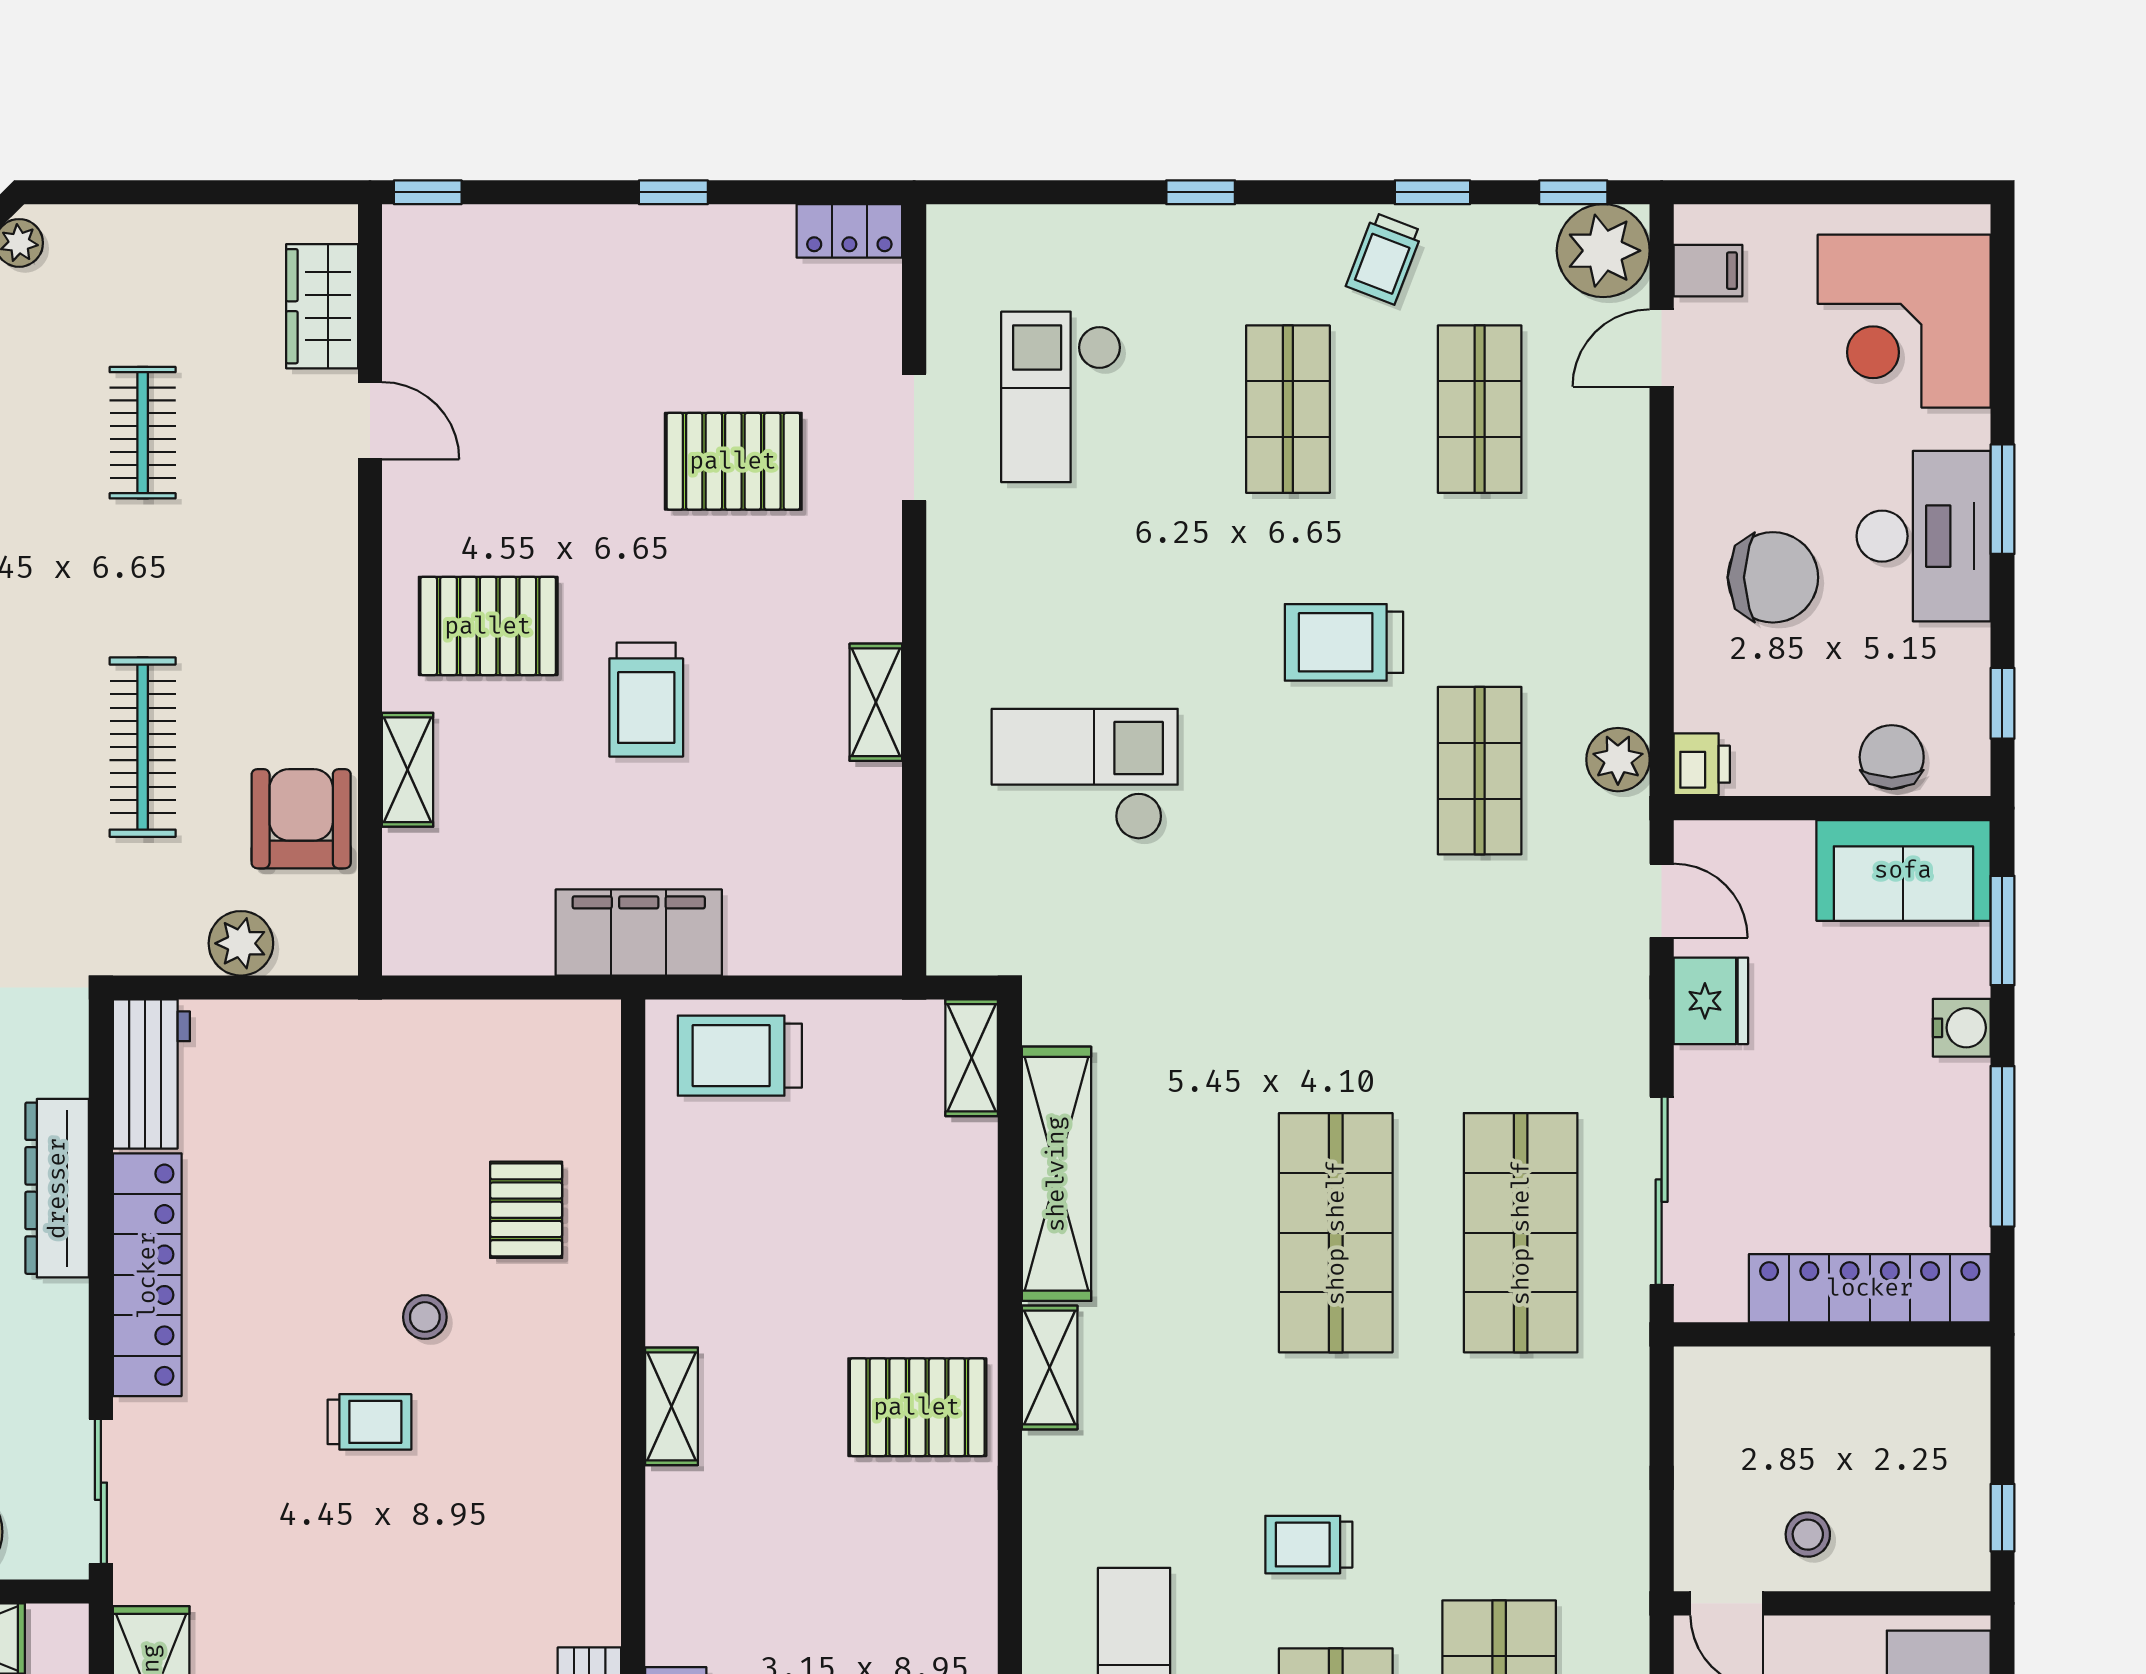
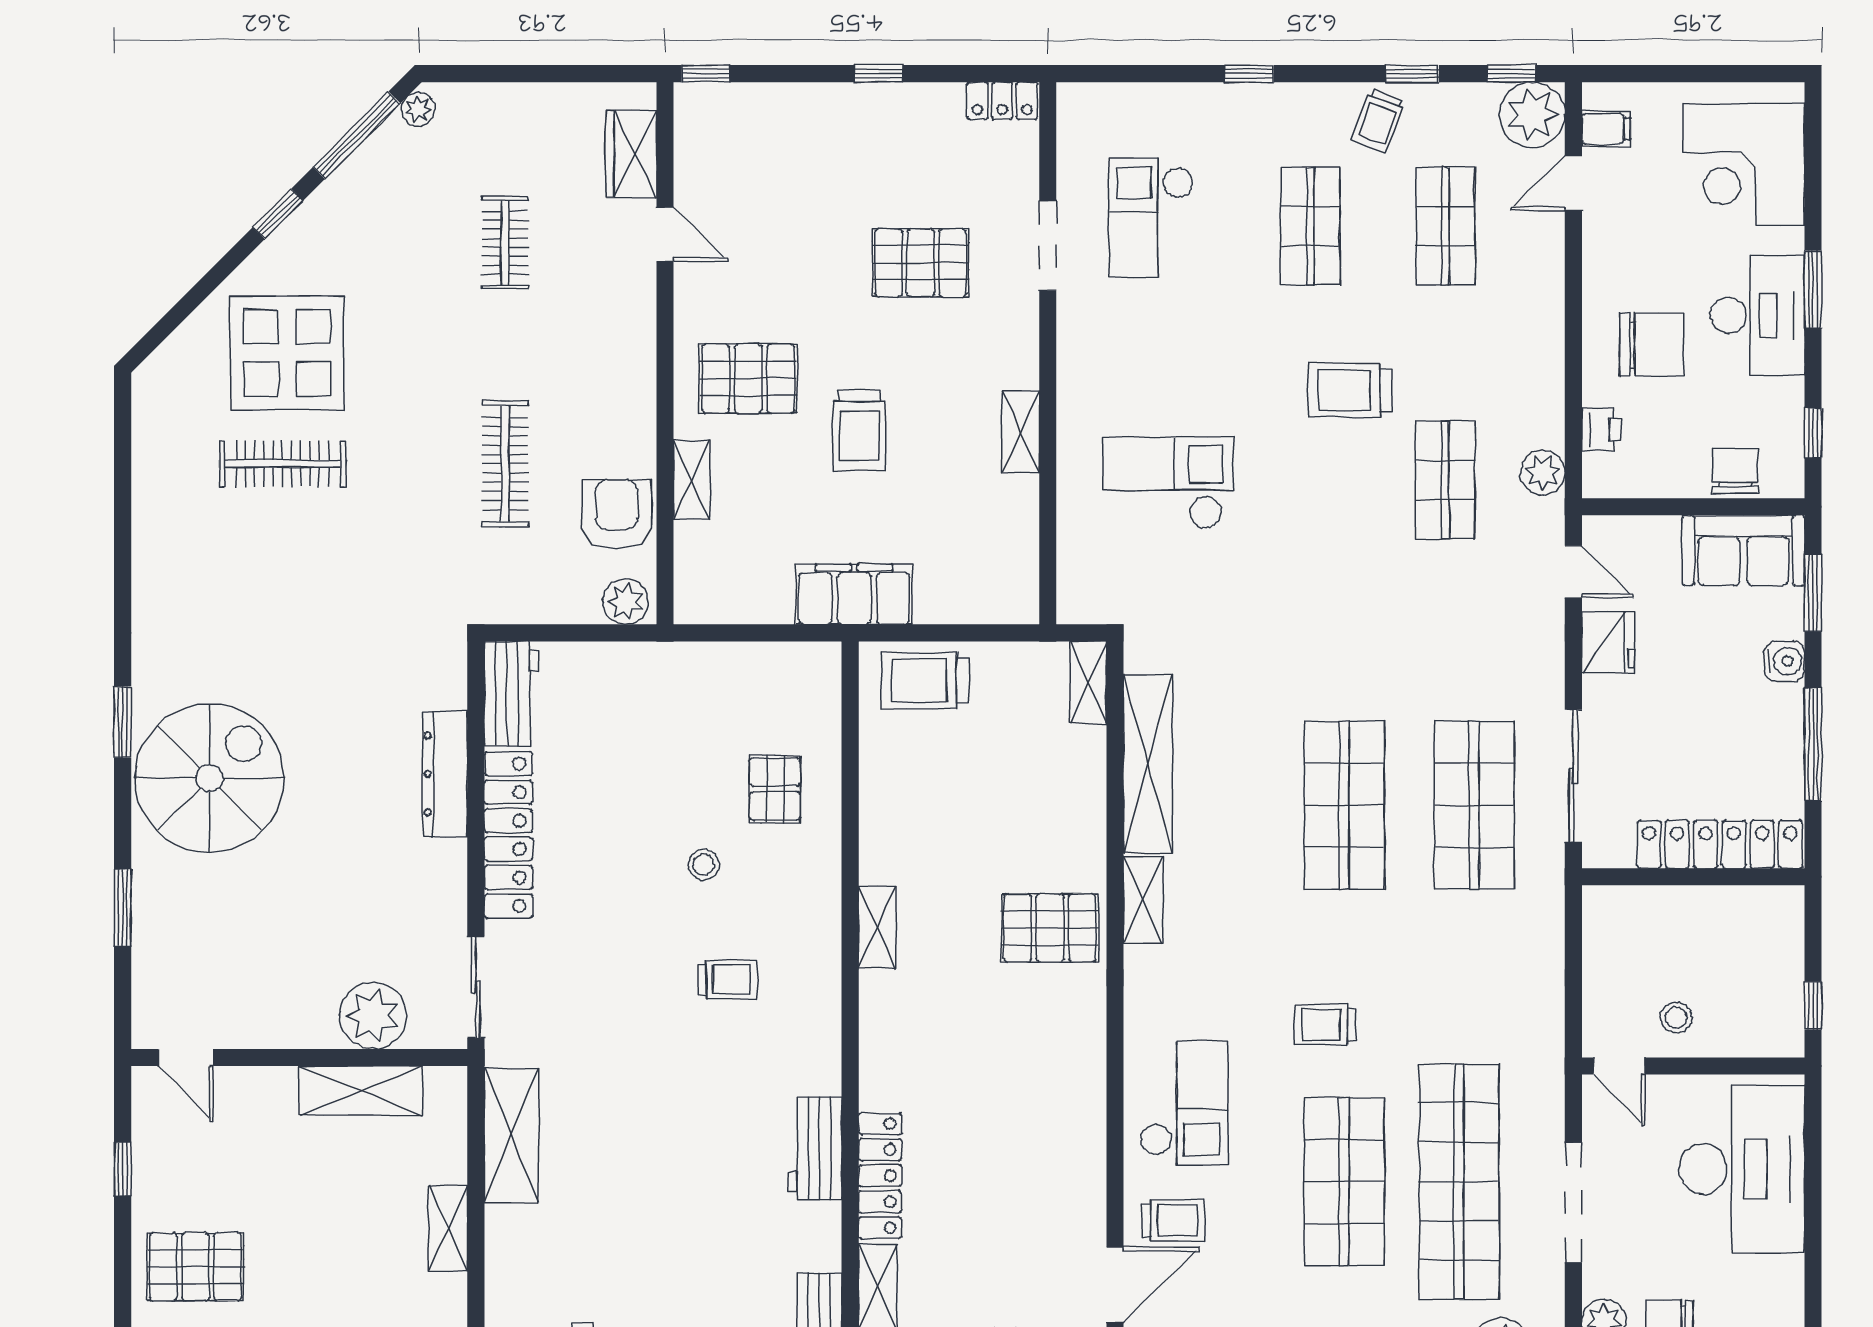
printer: (1702, 764) -> (1602, 429), moved
plant: (241, 943) -> (625, 602), moved
trolley: (369, 1422) -> (728, 980), moved

